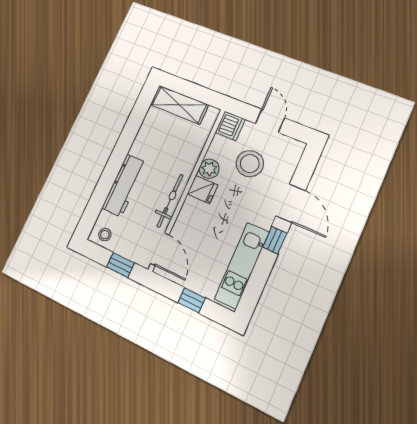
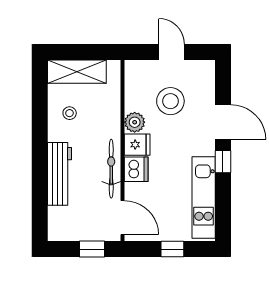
dishwasher: (230, 126) -> (136, 169), moved
stool: (105, 235) -> (70, 113), moved

